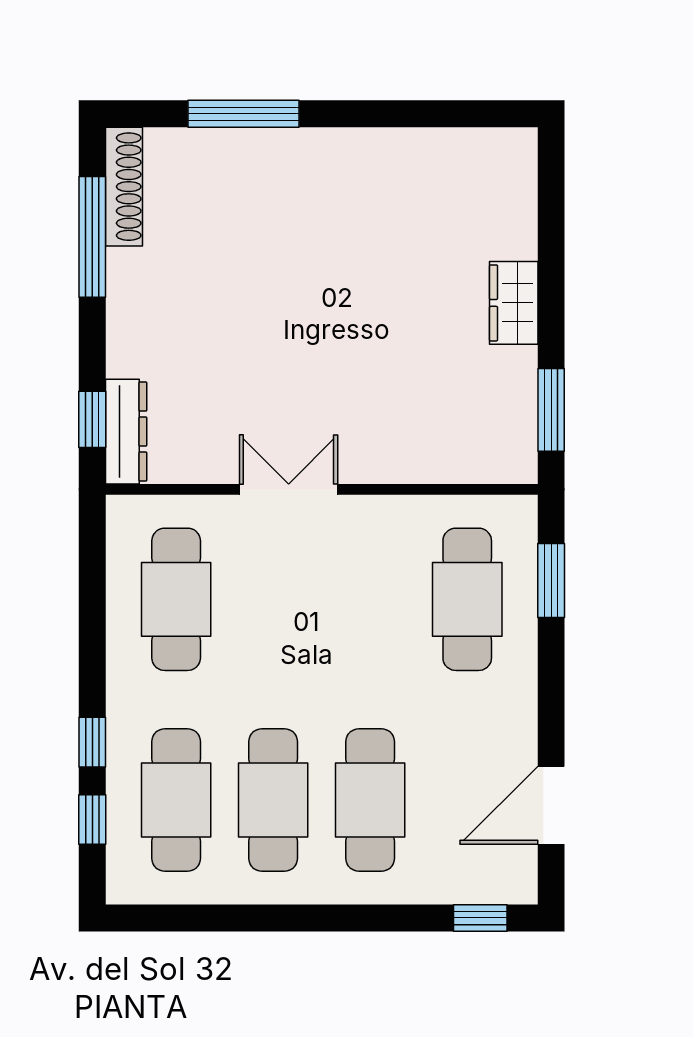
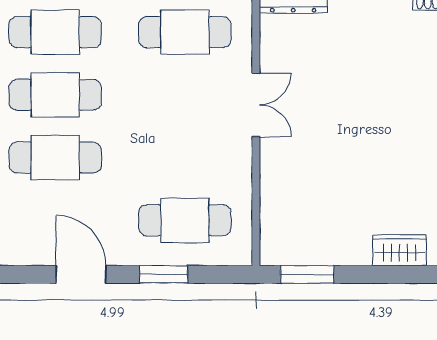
wardrobe: (514, 303) -> (400, 250), moved
window: (551, 580) -> (164, 274), moved
door: (551, 805) -> (81, 274), moved

